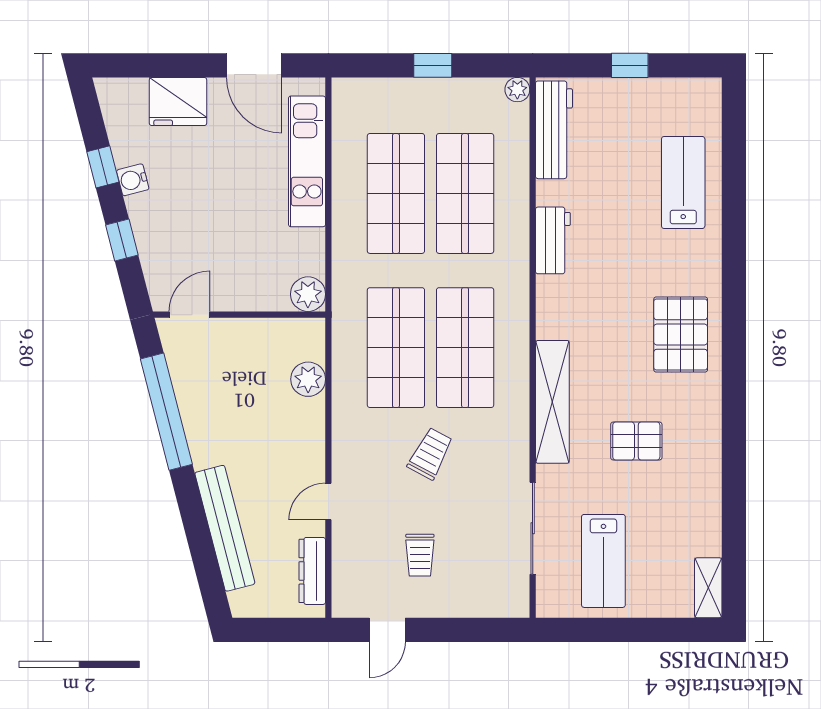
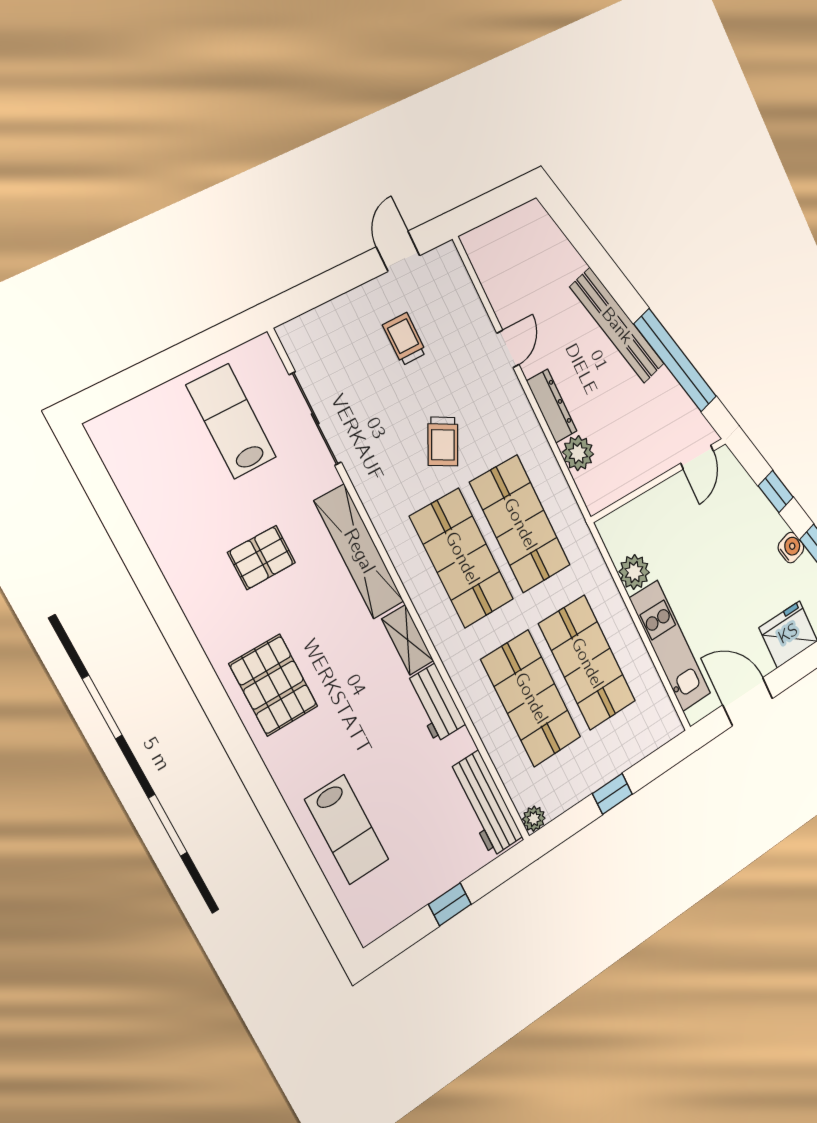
plant: (308, 294) -> (634, 572), moved
bench: (225, 528) -> (617, 326), moved
dresser: (312, 571) -> (552, 406), moved
shelving: (708, 588) -> (408, 640), moved

